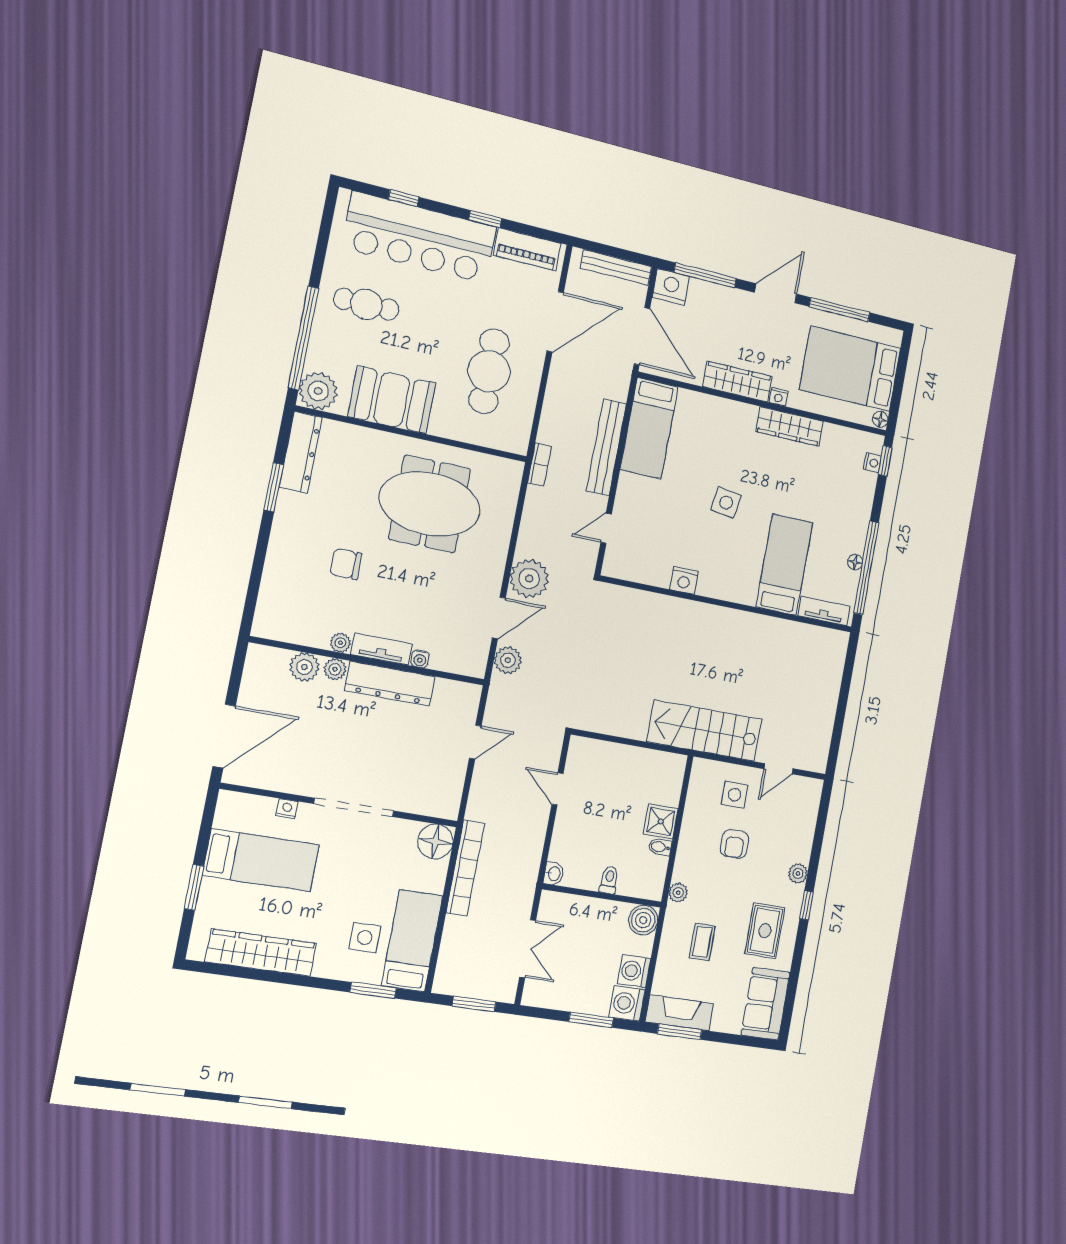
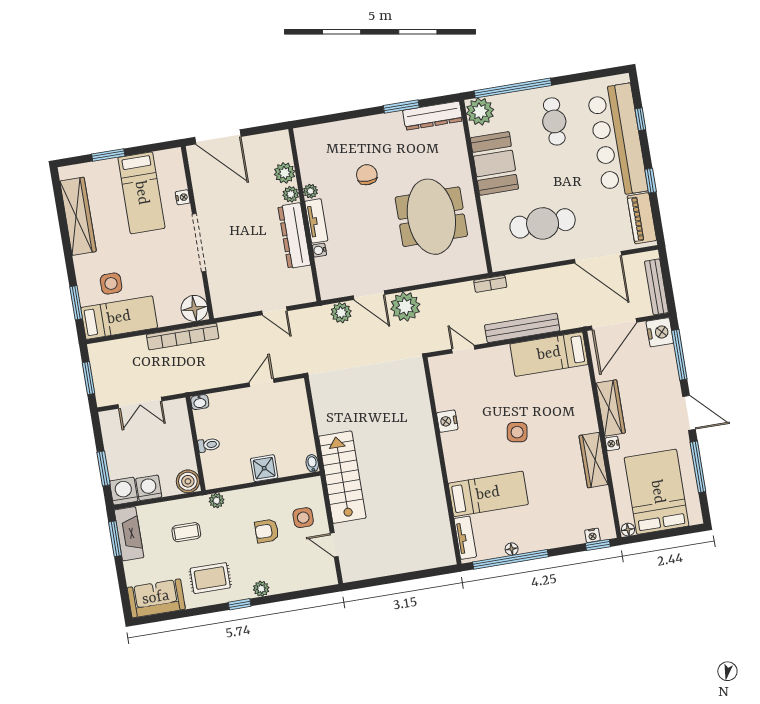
bidet: (660, 847) -> (312, 463), moved

